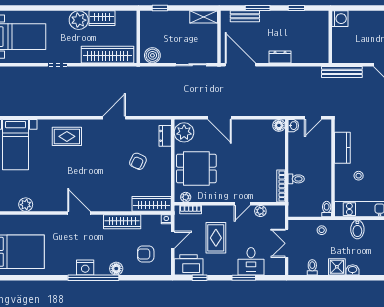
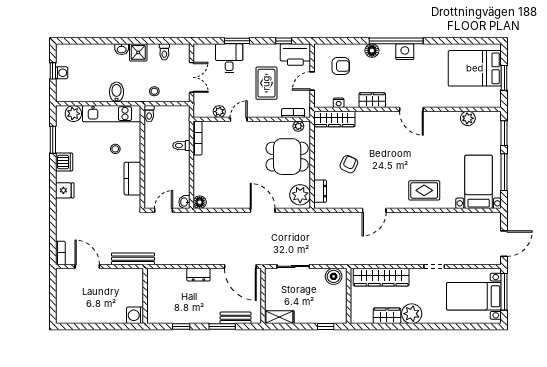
nightstand: (166, 219) -> (339, 103), moved
wardrobe: (122, 222) -> (372, 100), width x0.67

